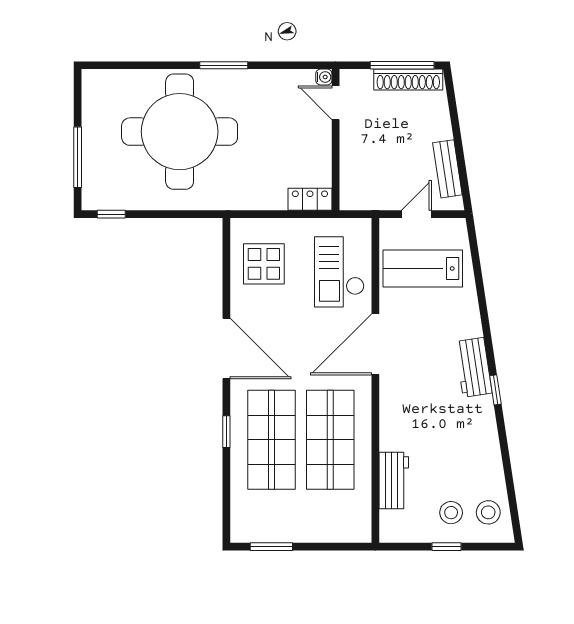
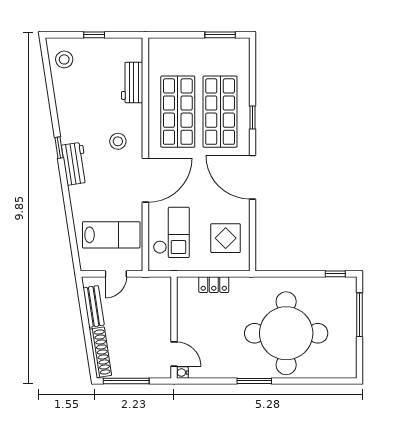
shoe rack: (408, 80) -> (100, 352), moved, turned 81
locker: (310, 199) -> (214, 285), moved
stool: (451, 513) -> (118, 141), moved

